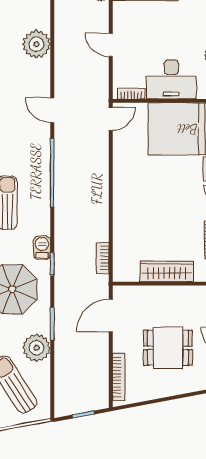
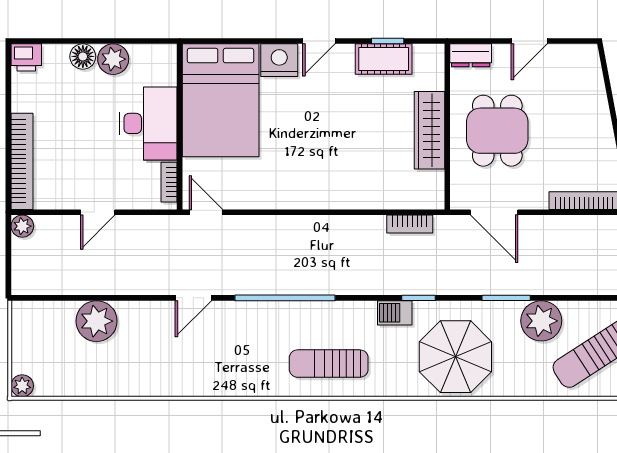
dining table: (168, 348) -> (497, 131), moved

